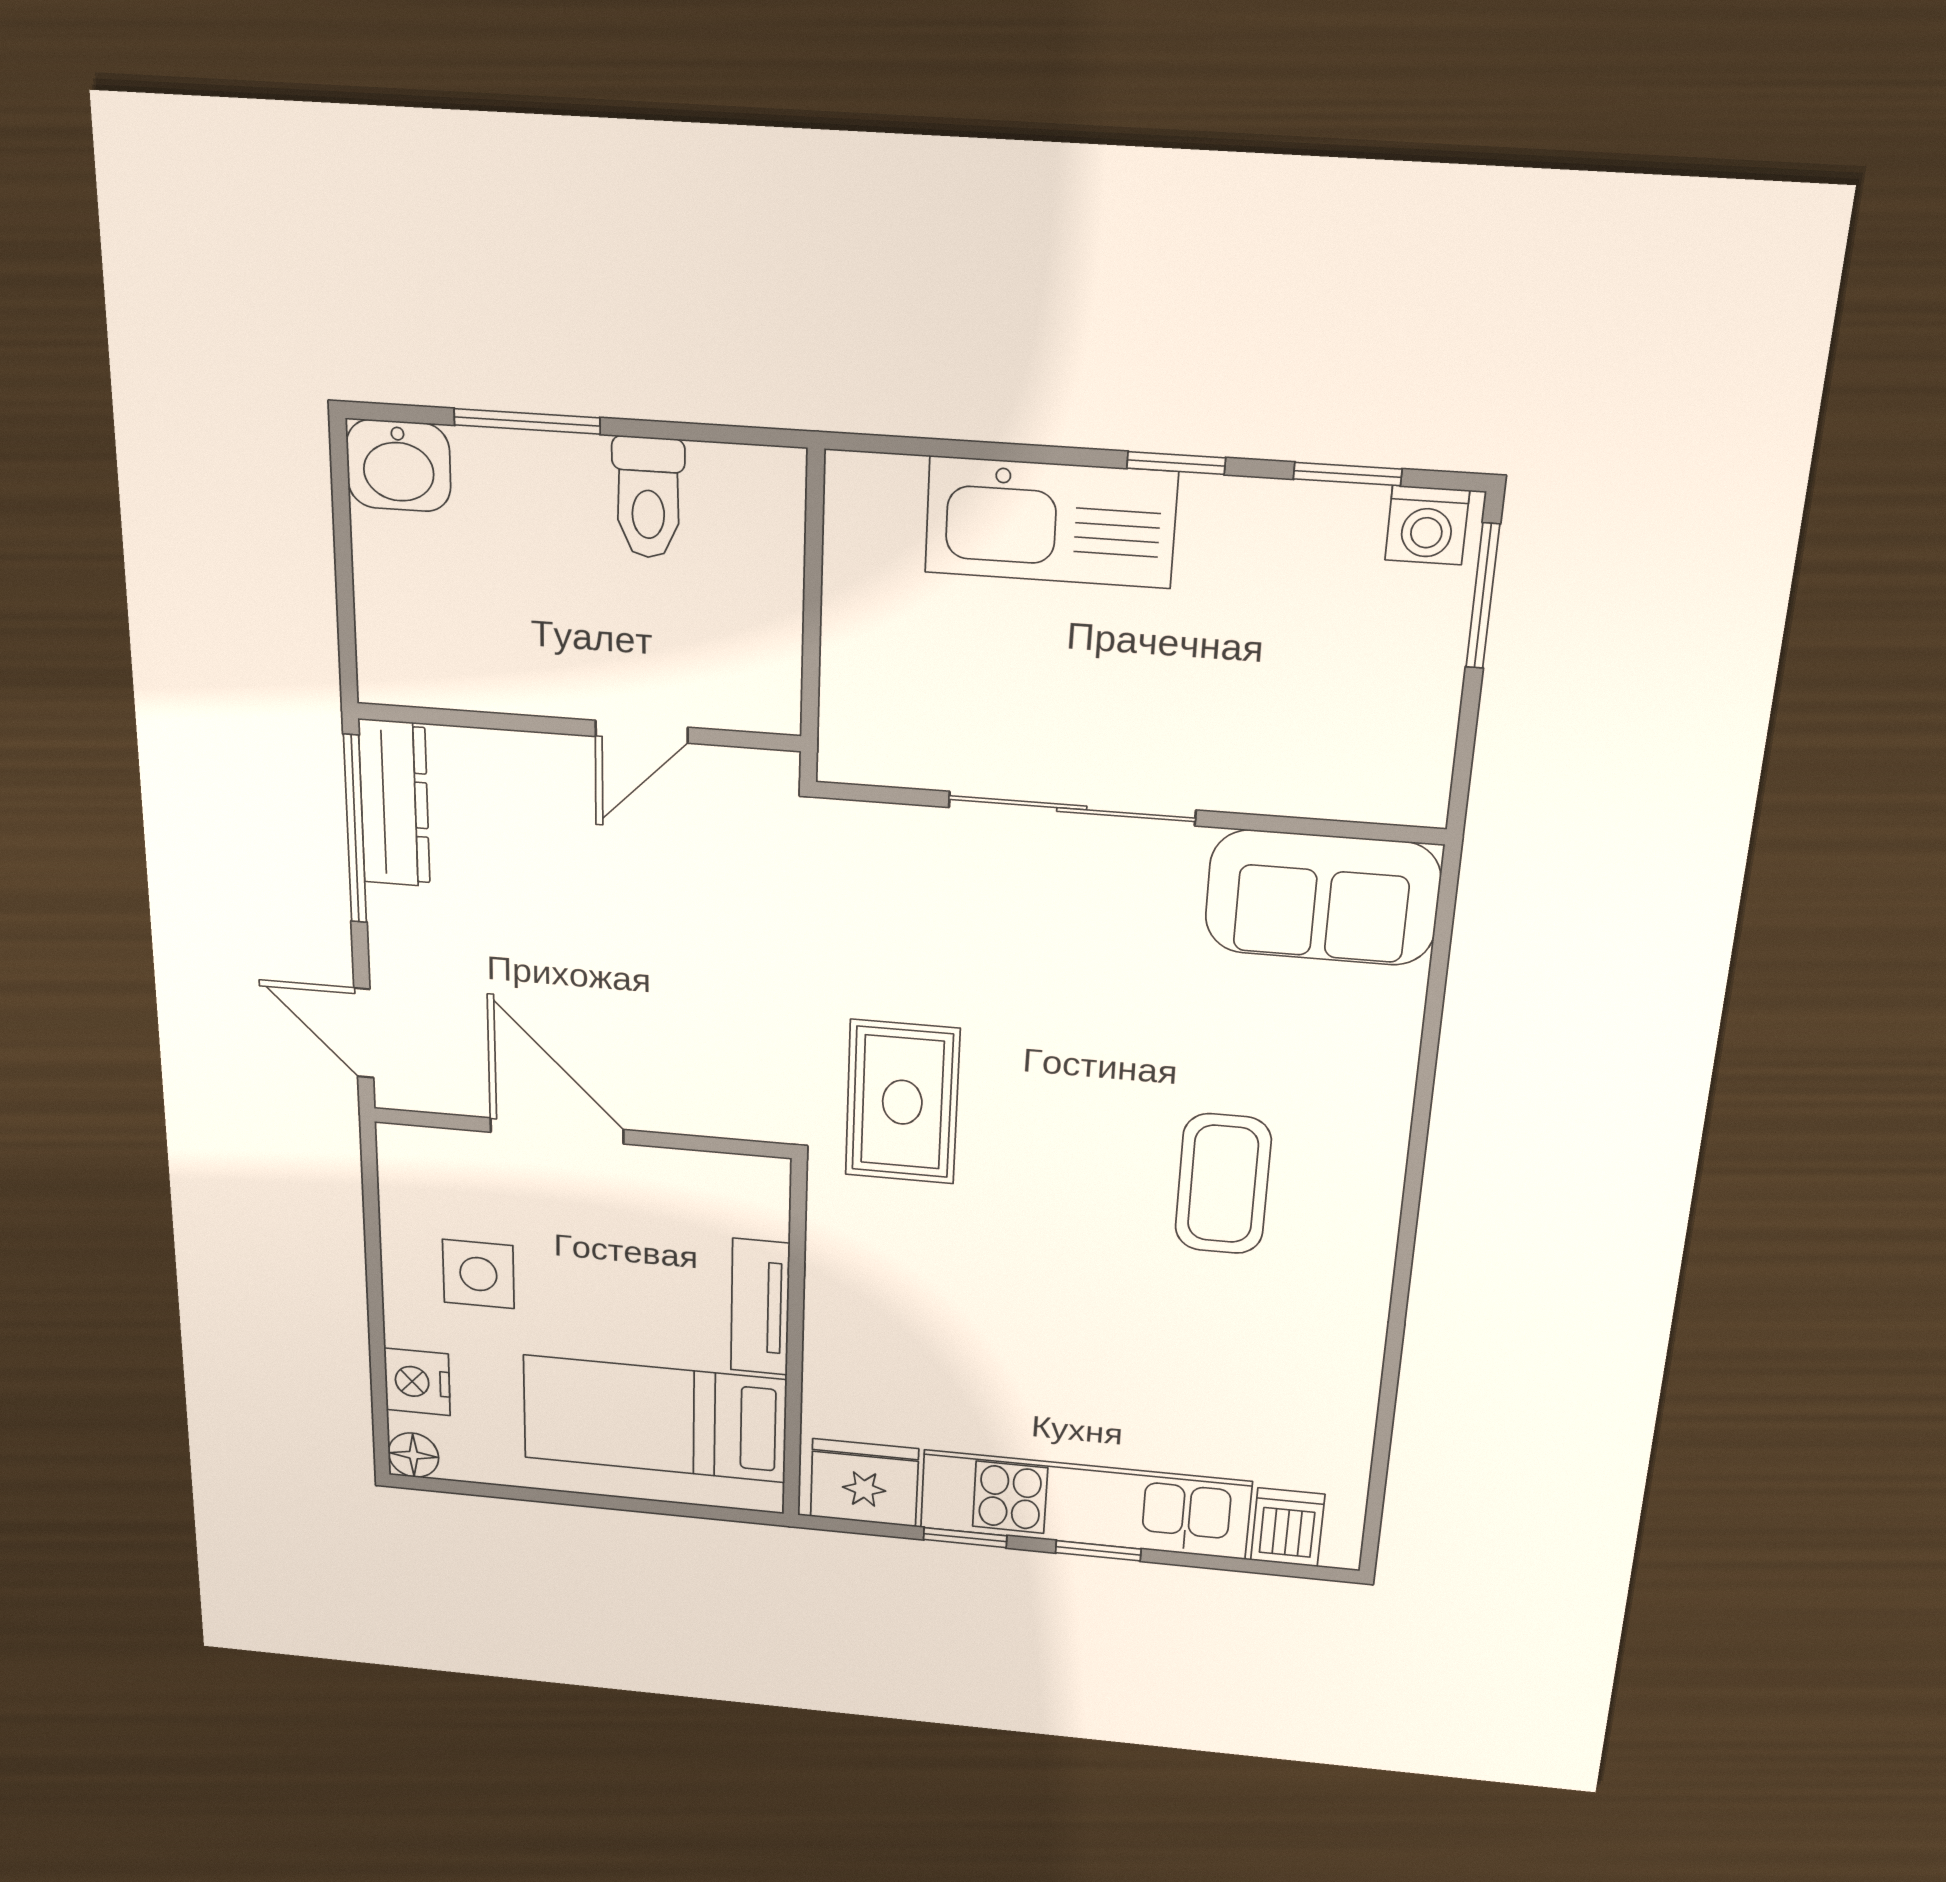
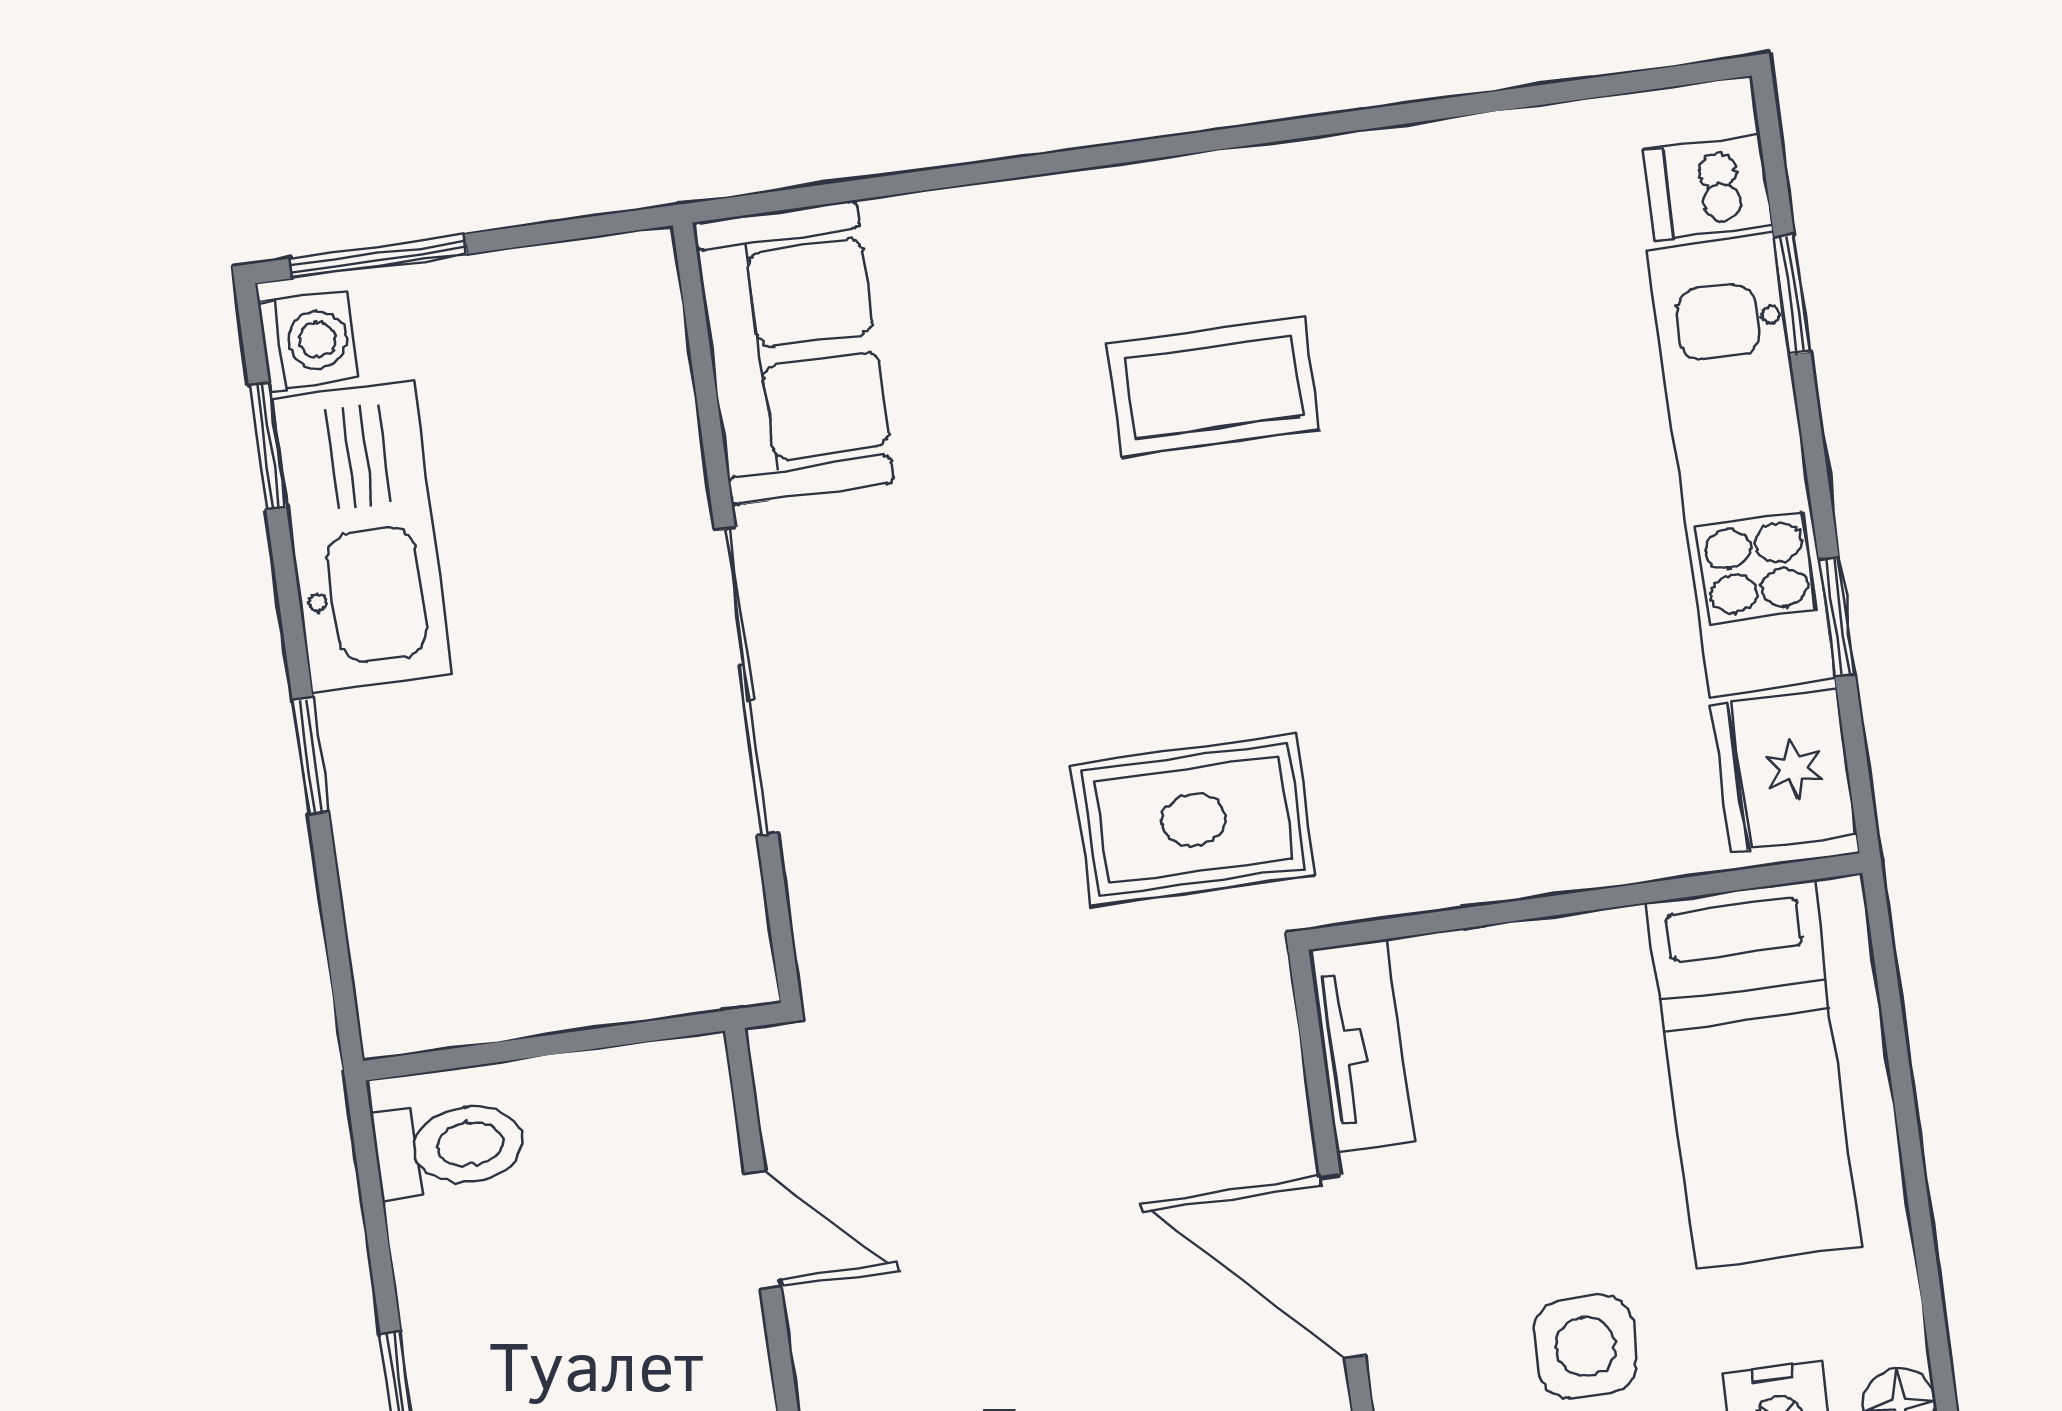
window: (1176, 463) -> (311, 756), moved
toilet: (648, 498) -> (449, 1147), moved
kitchen sink: (1051, 522) -> (362, 537), moved
door: (557, 1131) -> (1342, 1266), hinge flipped
tv unit: (760, 1307) -> (1361, 1046), moved, turned -90
window: (1098, 1551) -> (1792, 295), moved

